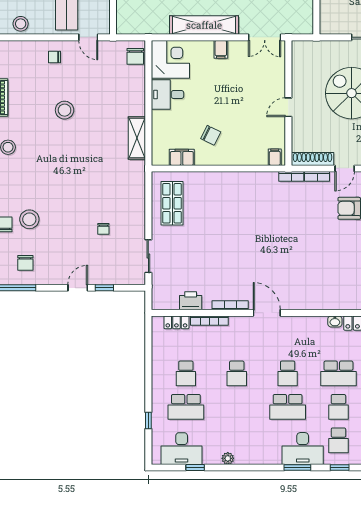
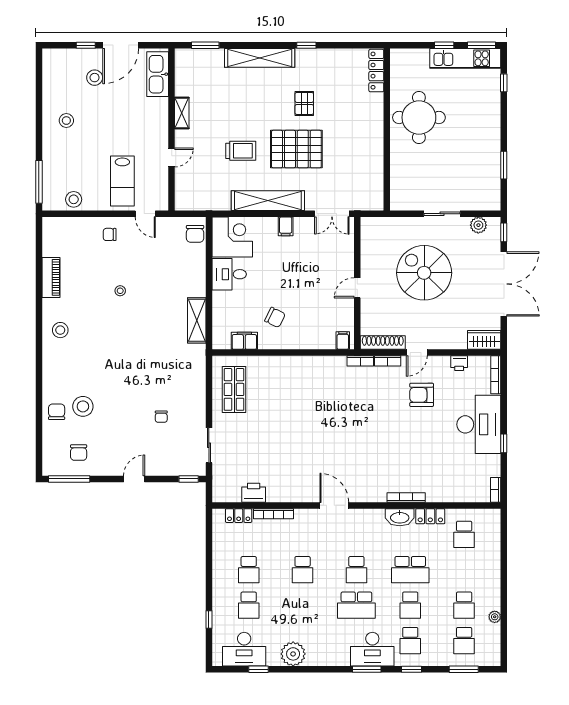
stool: (65, 110) -> (120, 291), width x0.53, depth x0.53
window: (104, 288) -> (189, 479), moved
bookcase: (230, 305) -> (406, 497), moved
washbasin: (335, 321) -> (400, 517), width x1.91, depth x1.45
school desk: (186, 407) -> (249, 605), width x0.54
plant: (228, 458) -> (293, 654), width x1.88, depth x1.88

